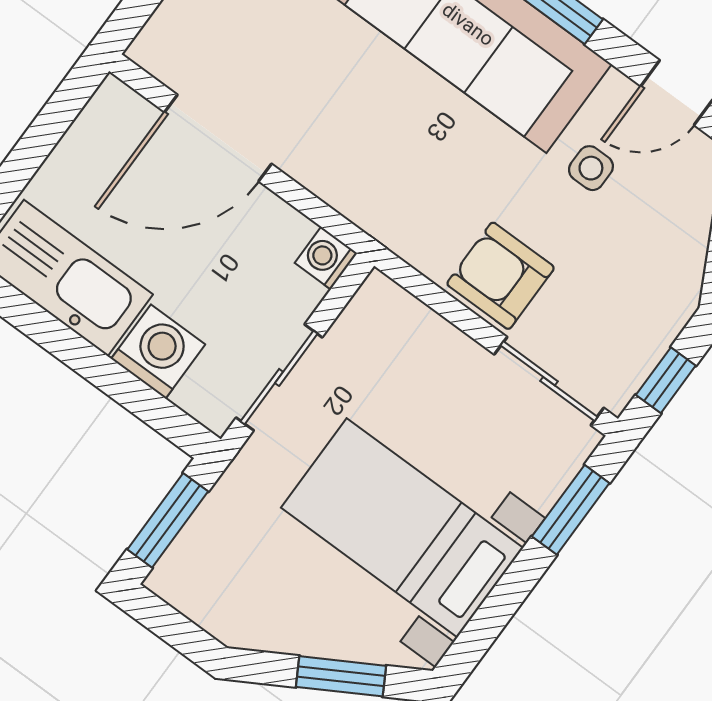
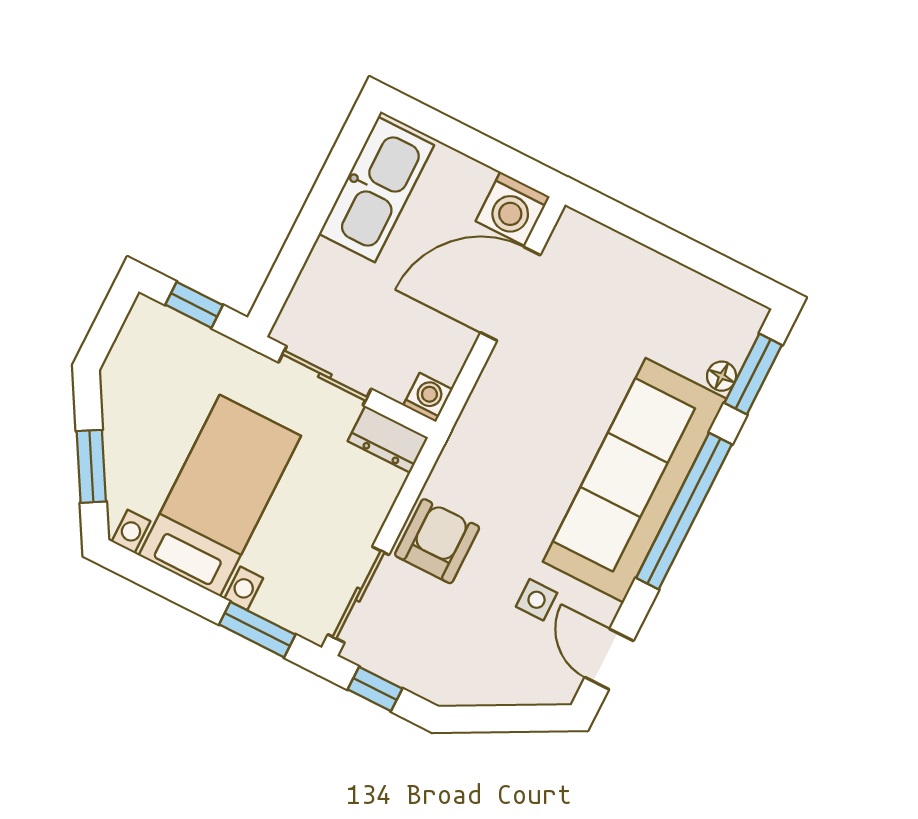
door: (218, 138) -> (510, 294), hinge flipped
dresser: (368, 314) -> (388, 439), added
washing machine: (158, 352) -> (513, 209), moved, turned 90
window: (168, 520) -> (194, 305), width x0.67

